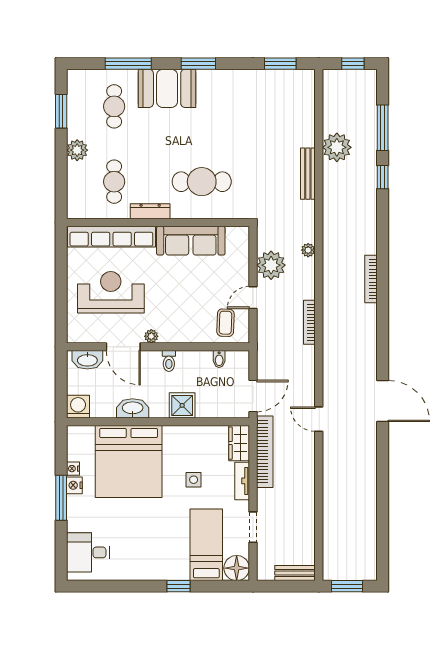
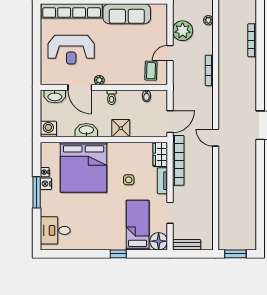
reception desk: (111, 292) -> (71, 50), turned 180
bench: (295, 573) -> (187, 245), moved

